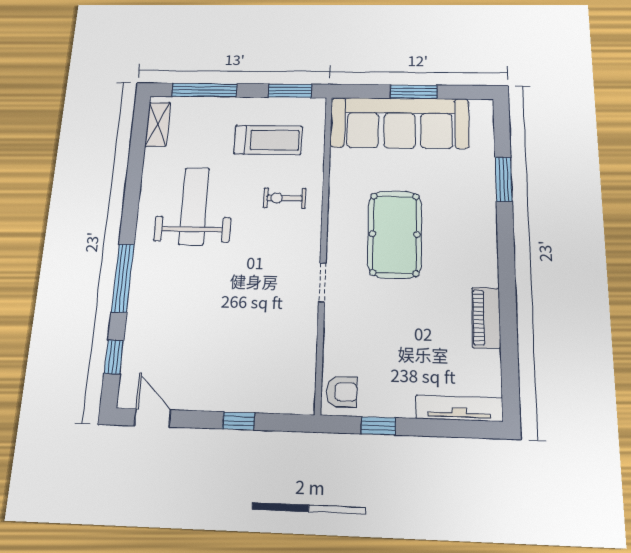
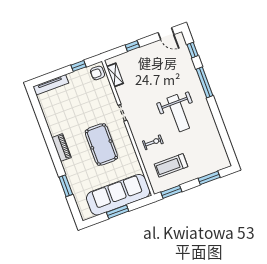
window: (204, 90) -> (209, 178), width x0.69
shelving: (158, 124) -> (115, 75), moved
weight bench: (194, 206) -> (178, 113), moved
piano: (486, 318) -> (61, 148), moved

